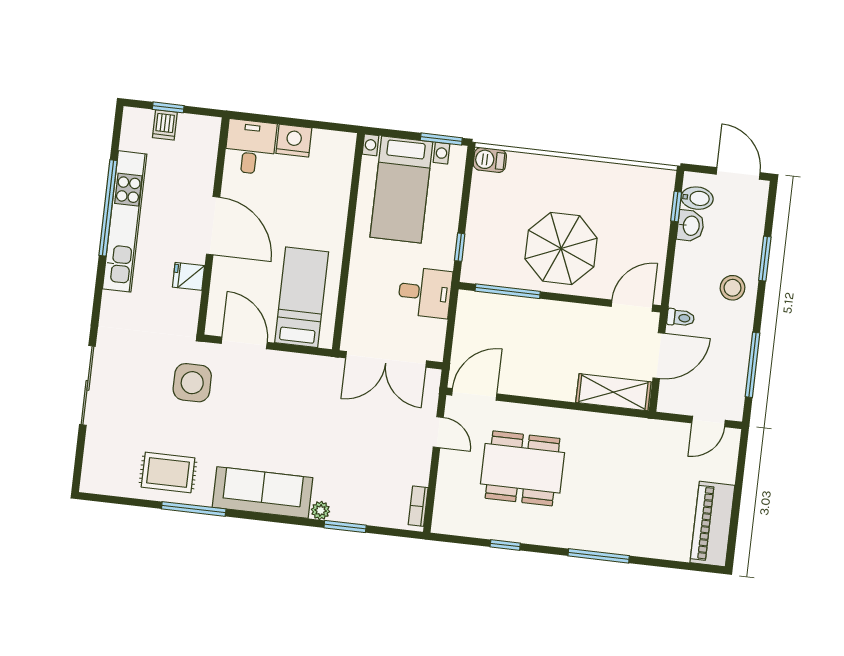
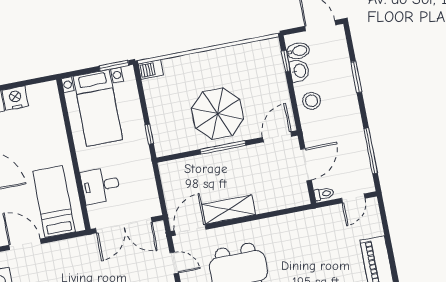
stool: (733, 288) -> (312, 101), moved
window: (508, 291) -> (223, 147), moved
desk: (425, 293) -> (100, 185), moved, turned 180
toilet: (681, 318) -> (324, 194), moved
shelving: (613, 392) -> (229, 209), moved

